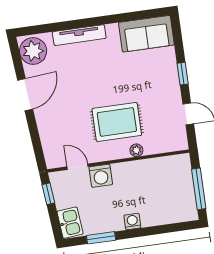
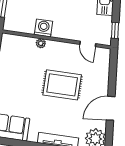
rug: (117, 122) -> (62, 85), moved
washing machine: (101, 176) -> (43, 28), moved

